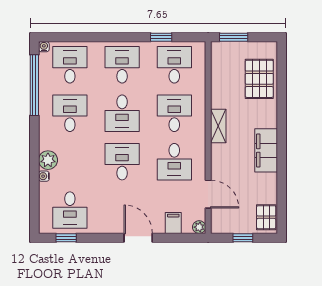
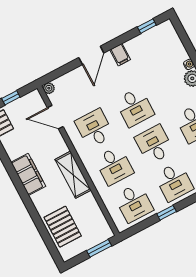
window: (161, 37) -> (167, 213), moved
shelving: (218, 126) -> (73, 175), width x1.50, depth x1.33
desk: (70, 210) -> (155, 49), removed
filing cabinet: (173, 223) -> (120, 55), moved
door: (138, 238) -> (91, 55), hinge flipped

